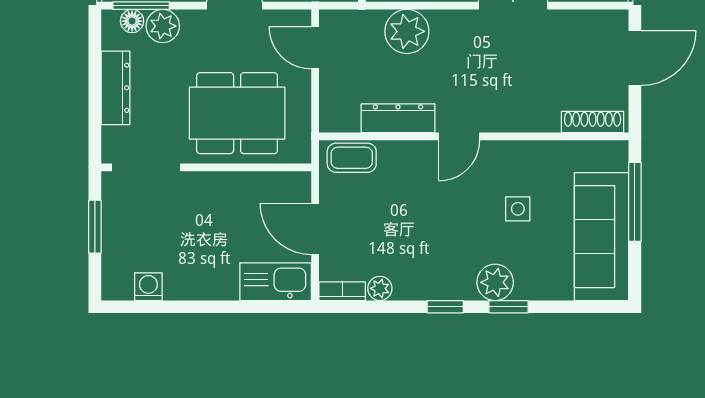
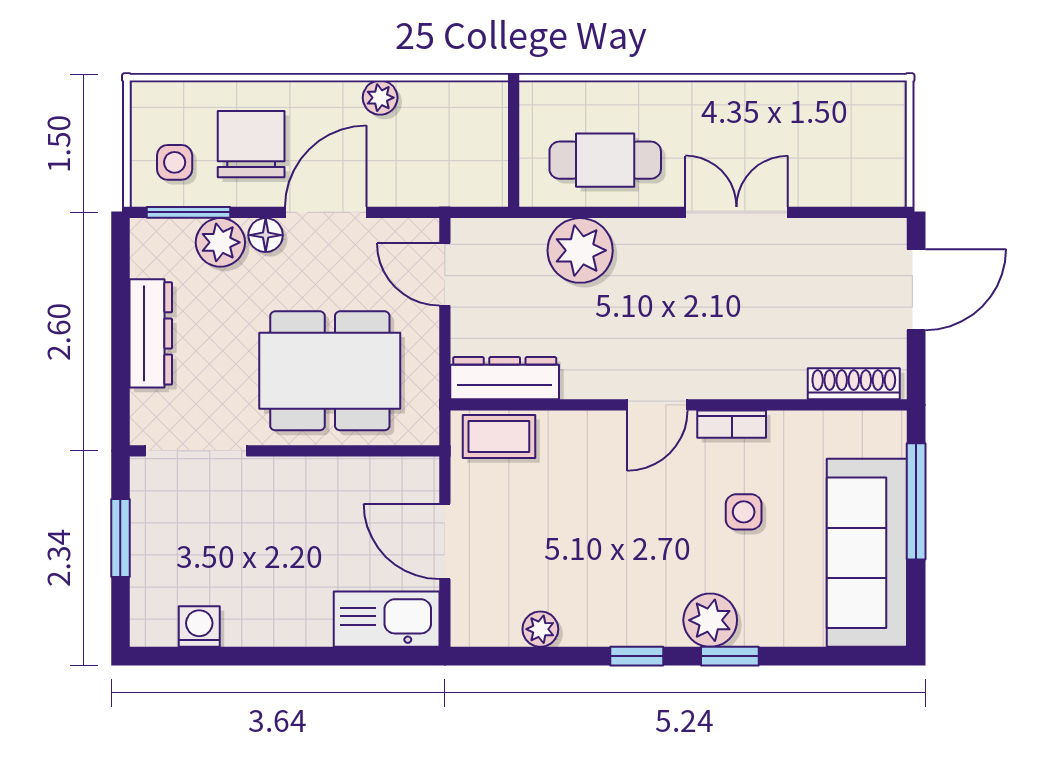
floor lamp: (132, 21) -> (266, 235), moved
dresser: (398, 118) -> (505, 378), moved
bookcase: (342, 291) -> (732, 424), moved, turned 180

